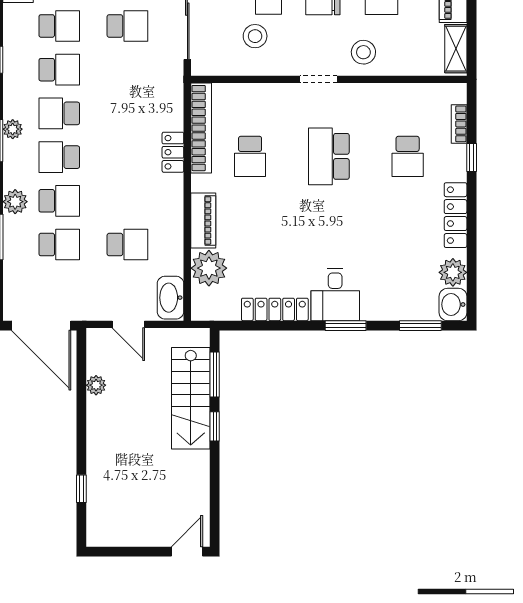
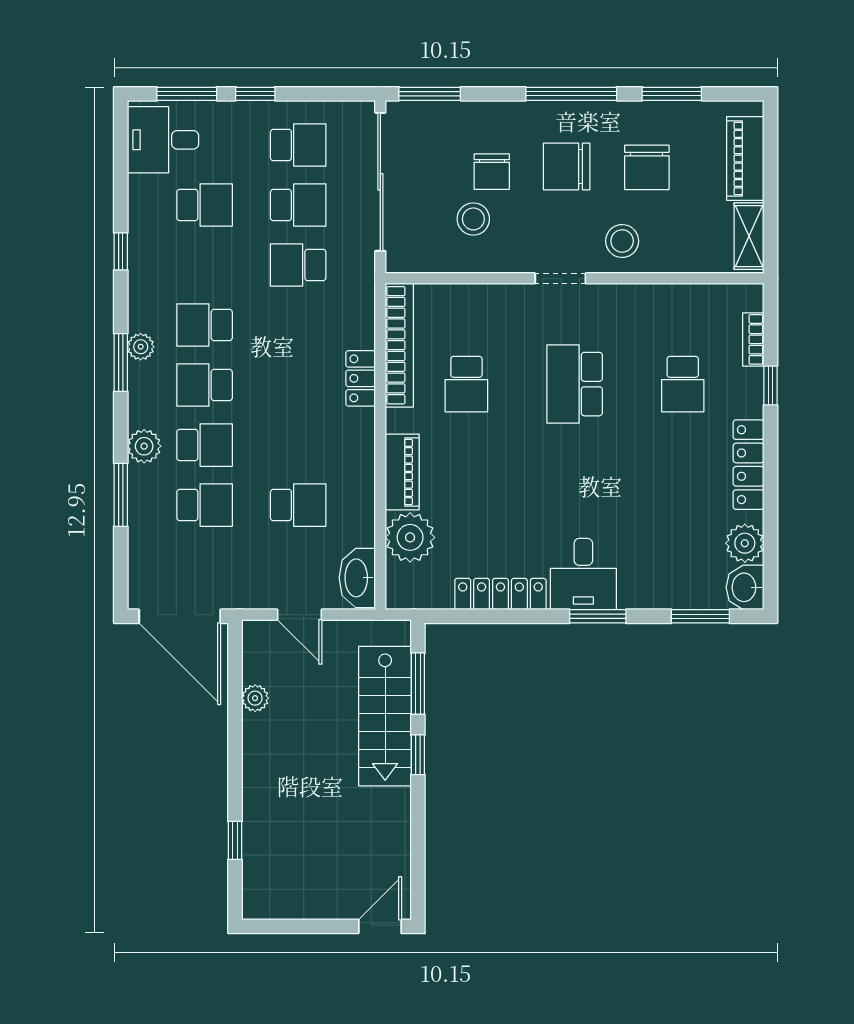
school desk: (59, 70) -> (298, 265), moved, turned 180

